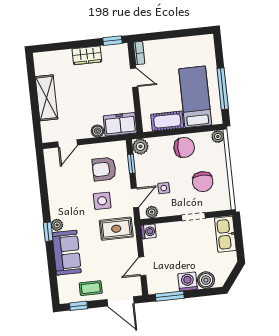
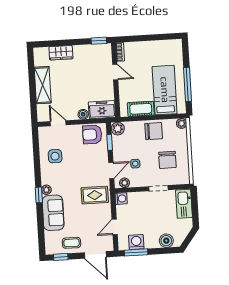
wardrobe: (87, 55) -> (61, 53), moved
door: (68, 143) -> (58, 123), swing flipped
armchair: (104, 169) -> (92, 134), moved
side table: (102, 201) -> (55, 156), moved
washing machine: (188, 282) -> (136, 242), moved

